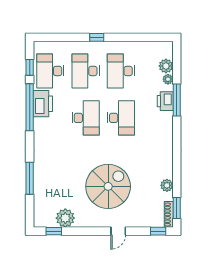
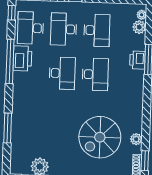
window: (30, 67) -> (12, 13), moved
desk: (121, 71) -> (97, 30), turned 180
plant: (168, 79) -> (142, 15), moved
spiral stairs: (108, 186) -> (100, 137), moved, turned 180

